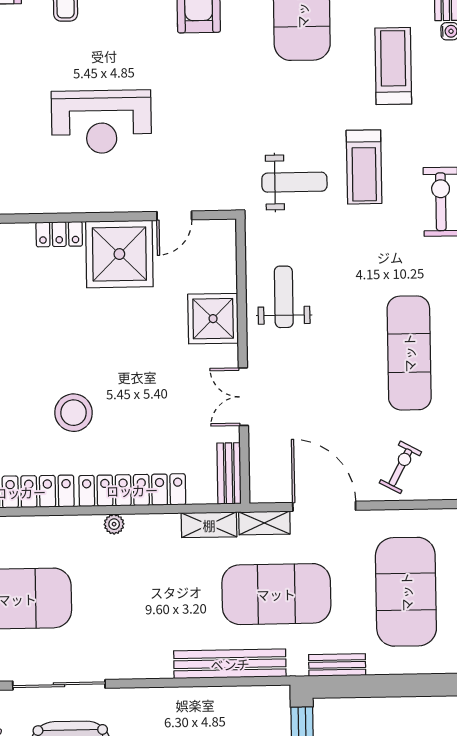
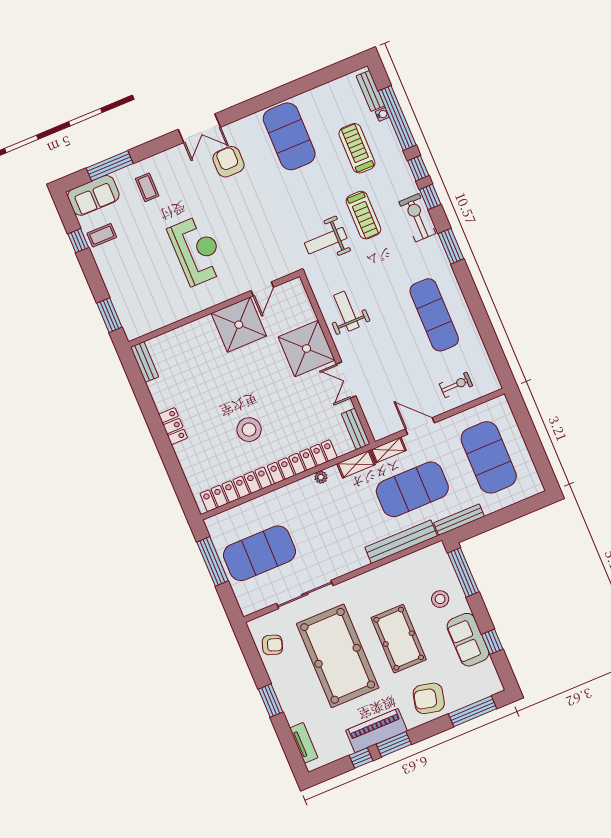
reception desk: (101, 122) -> (197, 250), turned -90
weight bench: (294, 182) -> (326, 241), turned 180
locker: (59, 234) -> (198, 327), removed
shower: (213, 319) -> (307, 348), width x1.37, depth x1.37
exercise bike: (400, 467) -> (456, 385), turned 61
door: (324, 506) -> (420, 426), width x0.73
plant: (114, 524) -> (321, 477), moved
bench: (337, 665) -> (459, 520), width x1.36

